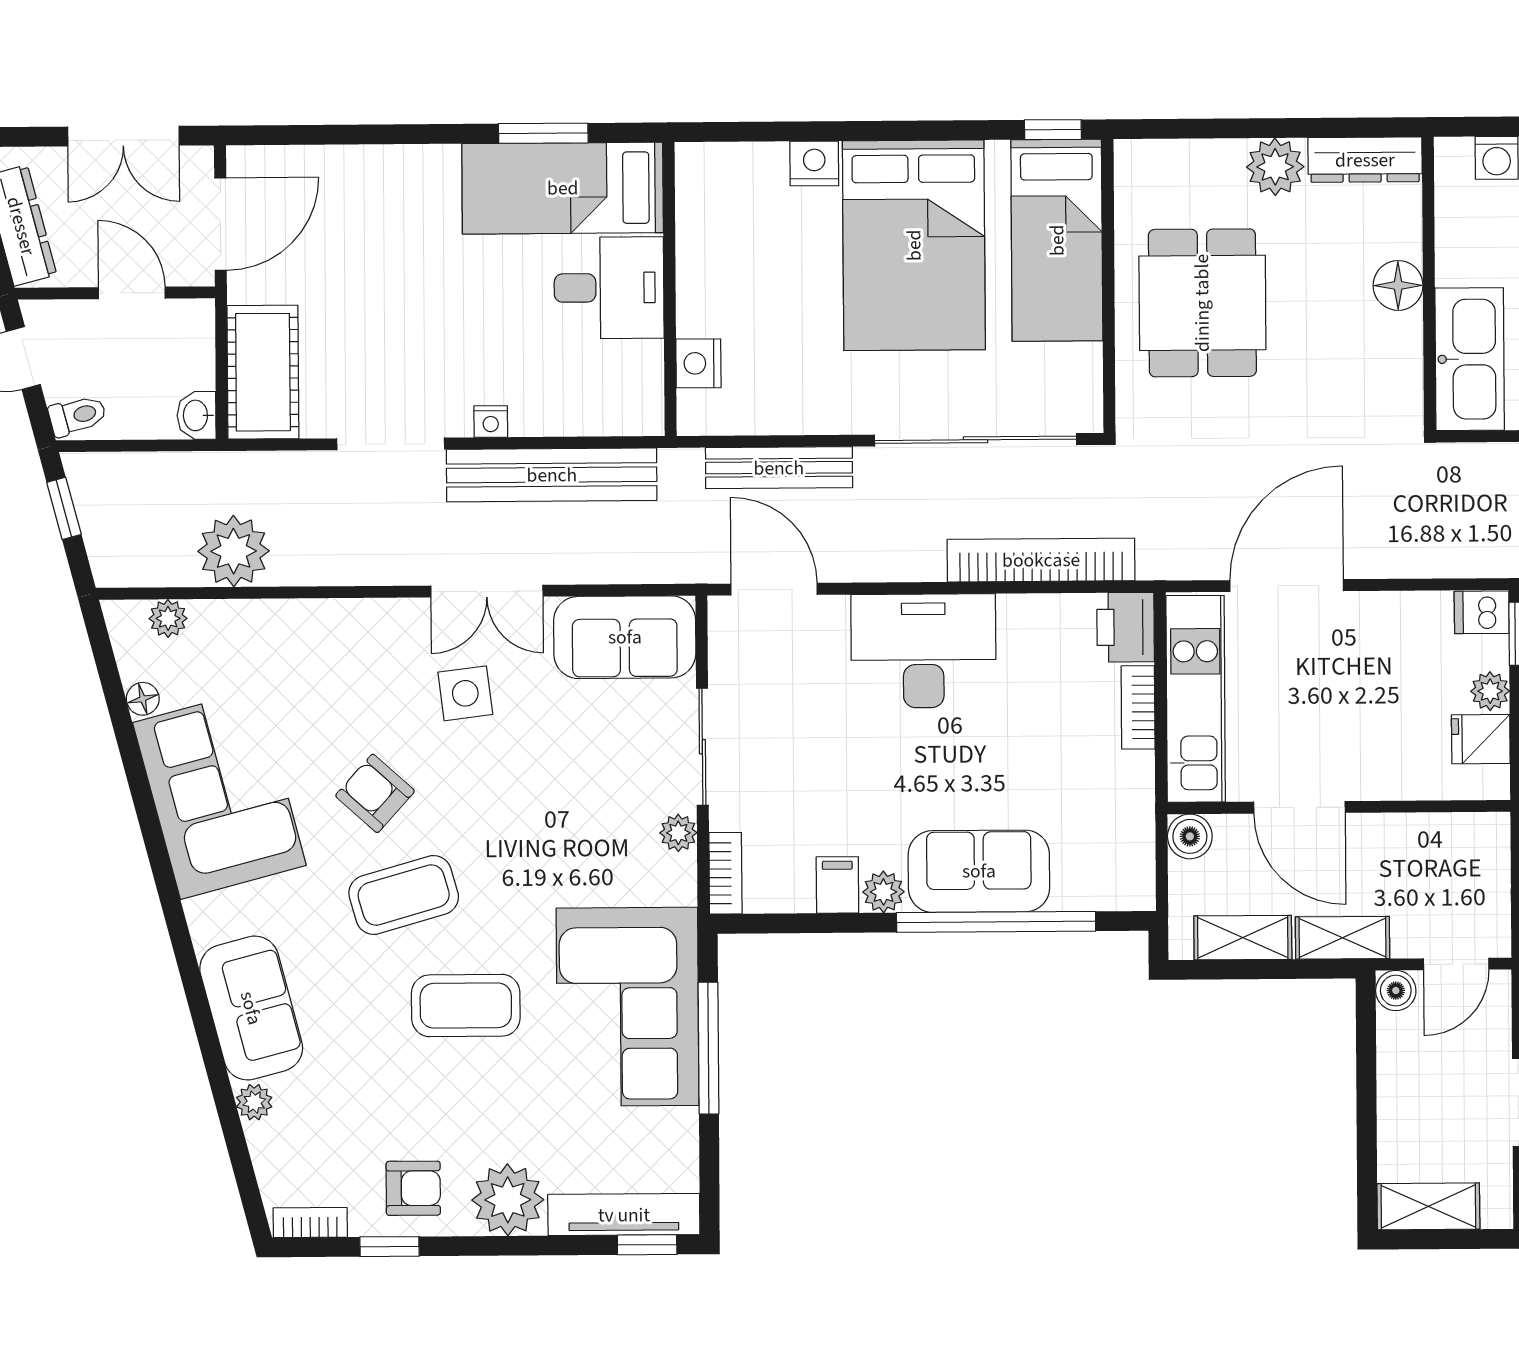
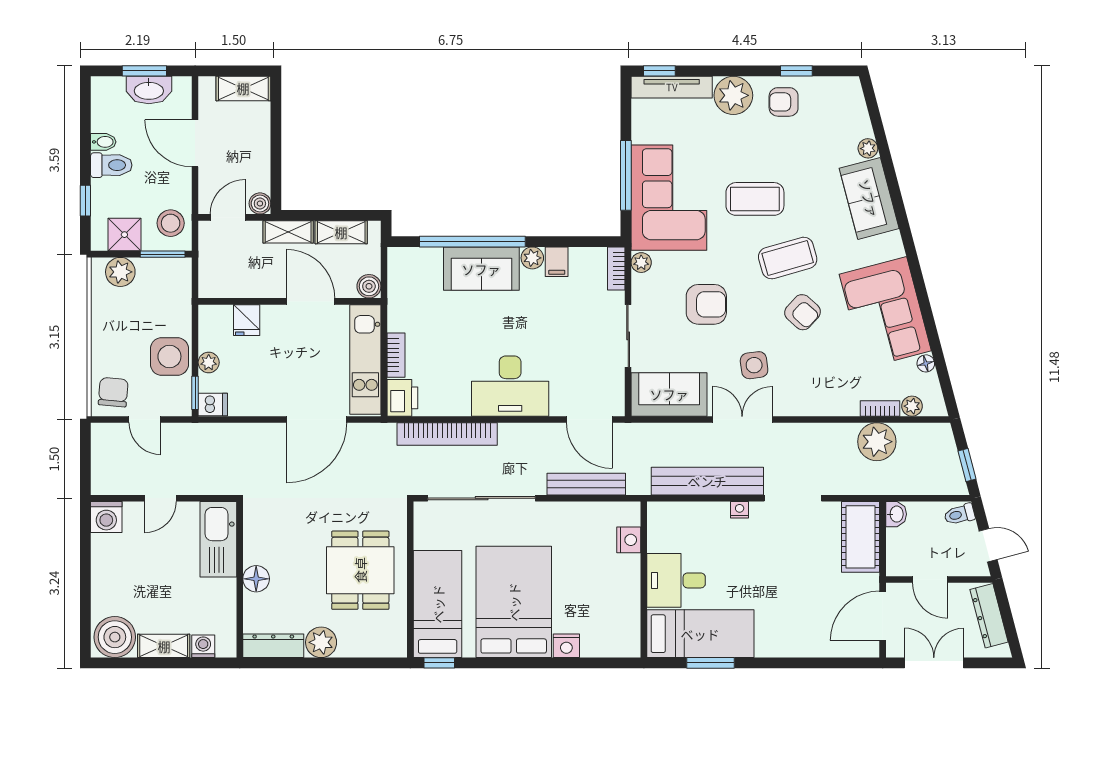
fridge: (1481, 739) -> (247, 320), moved, turned 90
armchair: (556, 807) -> (706, 304), added
plant: (678, 833) -> (641, 263), moved
bookcase: (310, 1222) -> (880, 408), moved, turned 180

